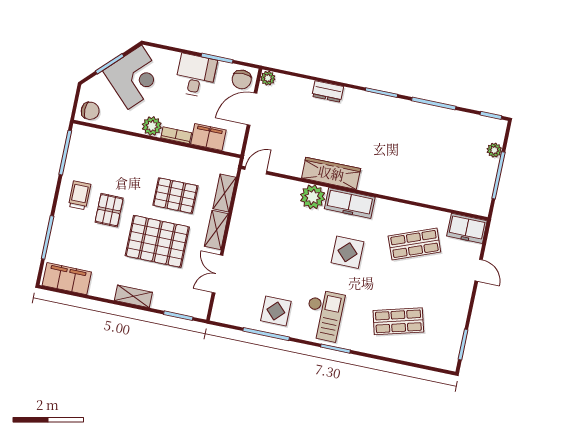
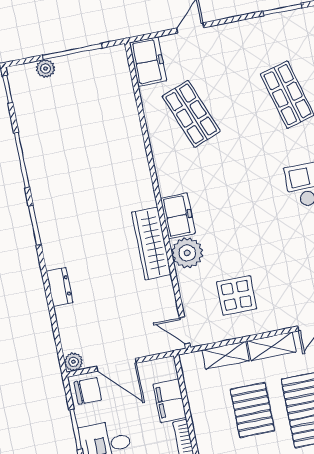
freezer: (350, 203) -> (178, 216), width x0.71
display table: (348, 252) -> (237, 295), moved

